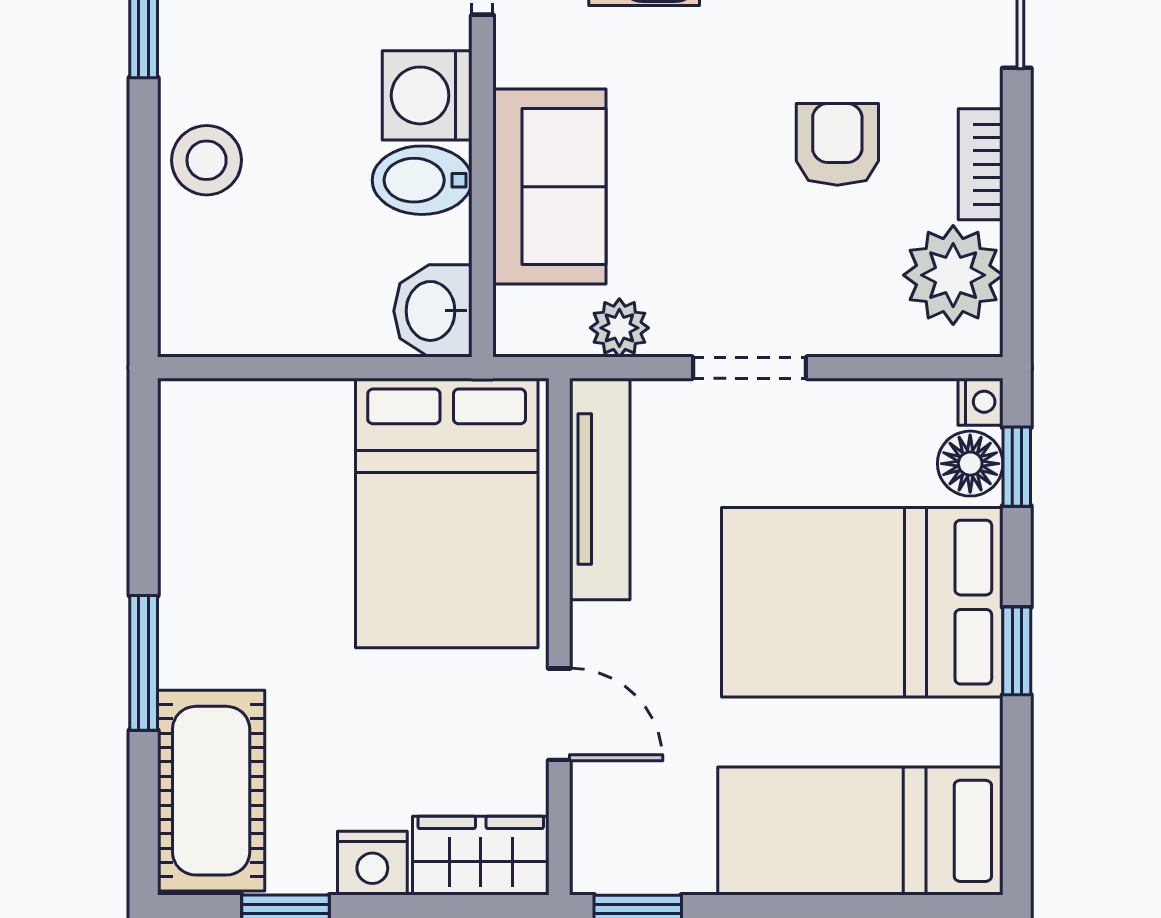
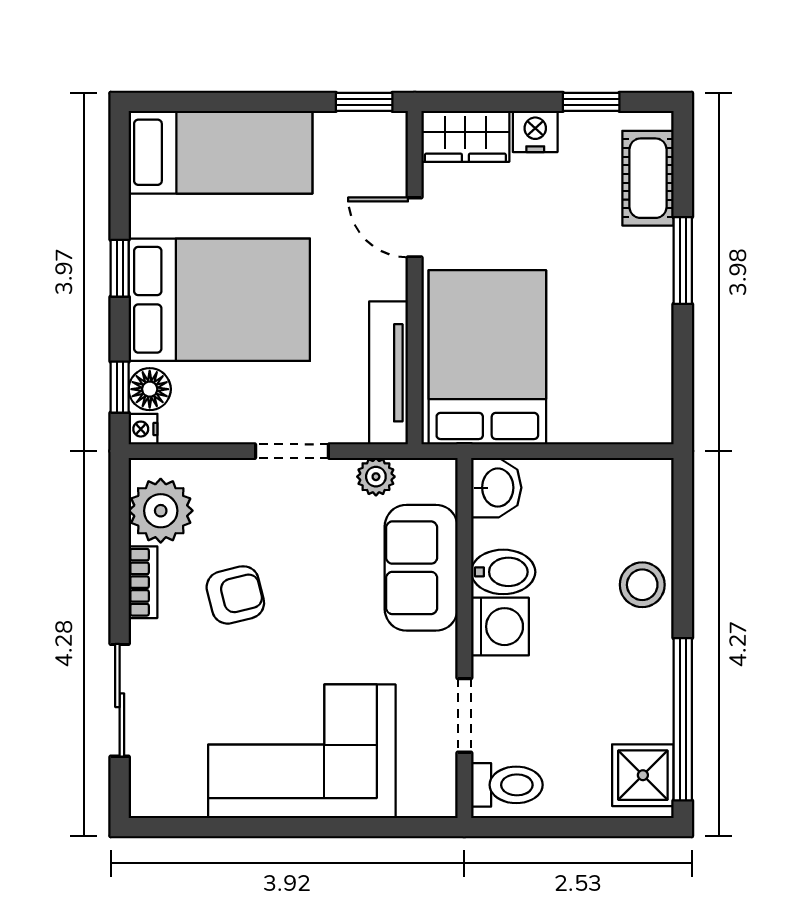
armchair: (837, 144) -> (235, 595), turned -104
cot: (211, 791) -> (648, 178), width x0.73, depth x0.75

